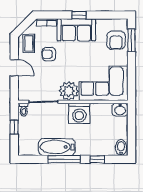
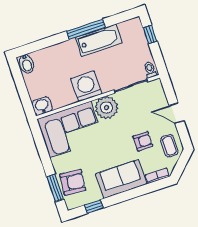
window: (79, 15) -> (94, 206), moved
armchair: (116, 40) -> (73, 182), turned 96
window: (14, 127) -> (150, 34), moved
window: (97, 159) -> (49, 42), removed

